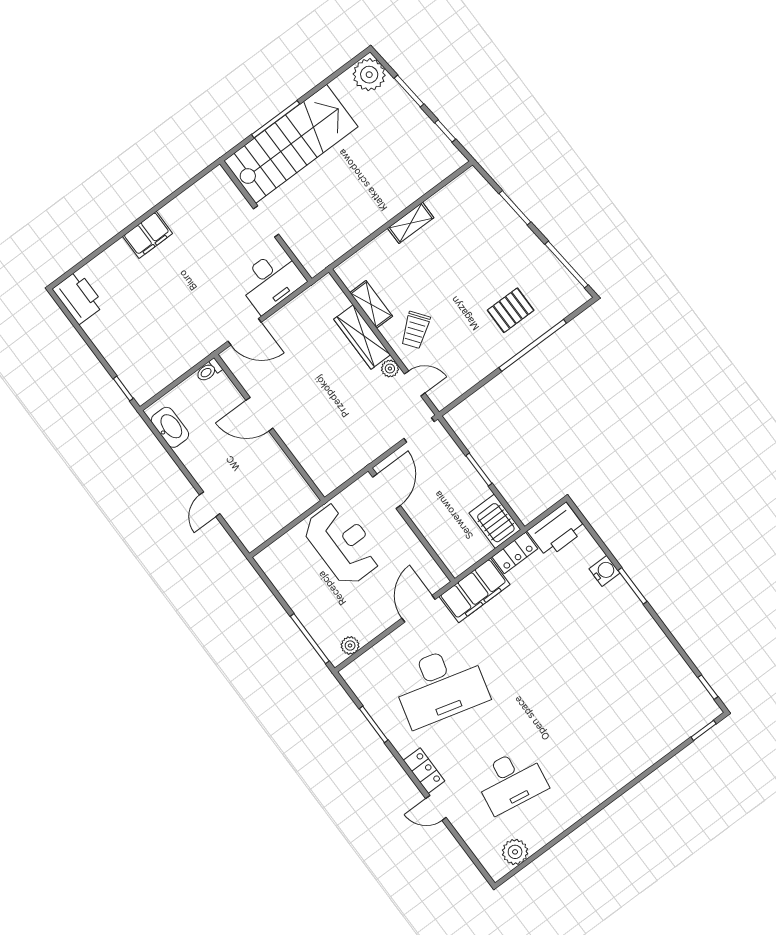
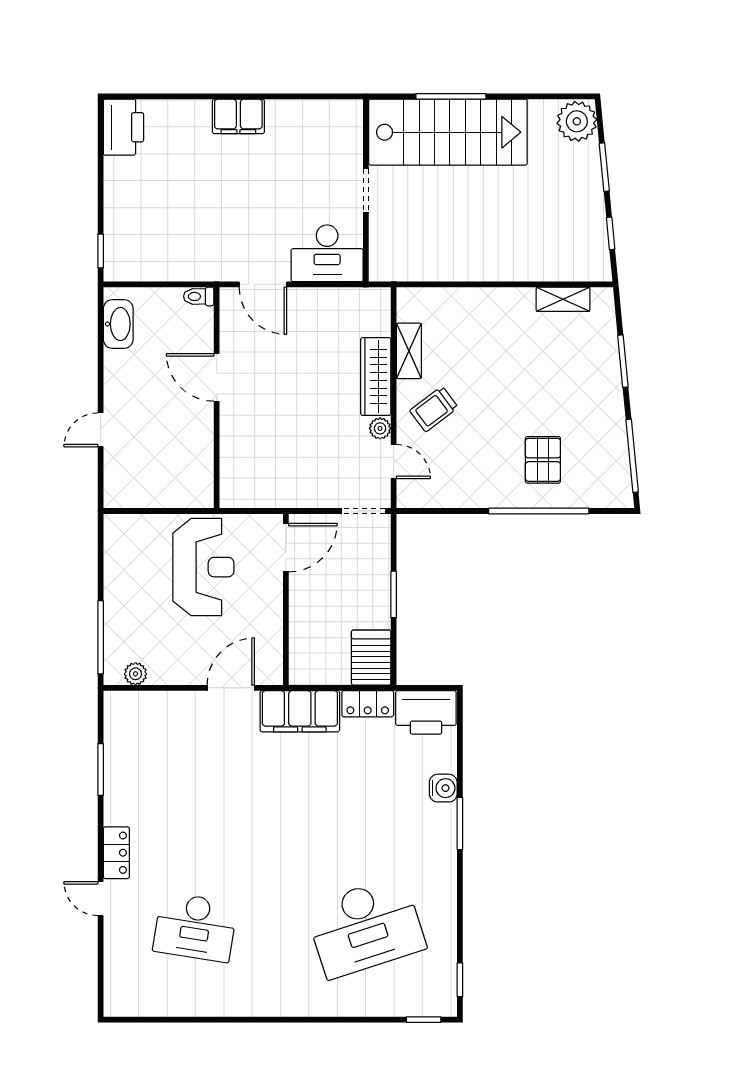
shelving: (411, 223) -> (563, 299), moved
pallet: (511, 310) -> (543, 460), turned 90
desk: (440, 686) -> (365, 927), moved, turned -33
plant: (515, 852) -> (147, 1001), removed

